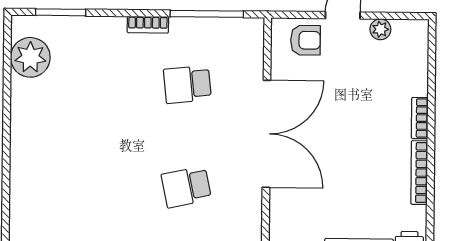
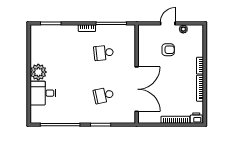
armchair: (305, 40) -> (168, 50), moved
plant: (30, 57) -> (38, 72), moved
double door: (266, 134) -> (137, 89), moved
desk: (40, 180) -> (43, 93), added

